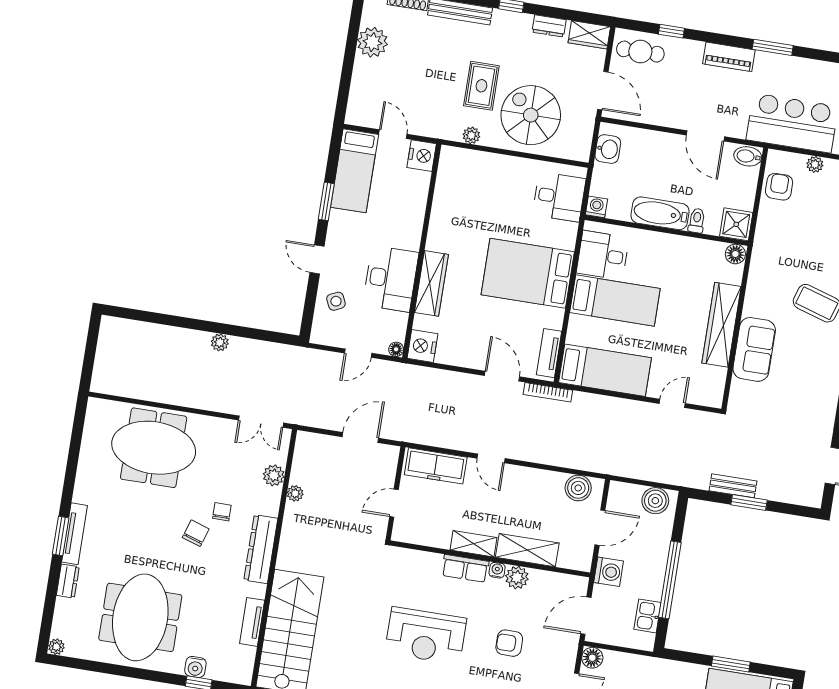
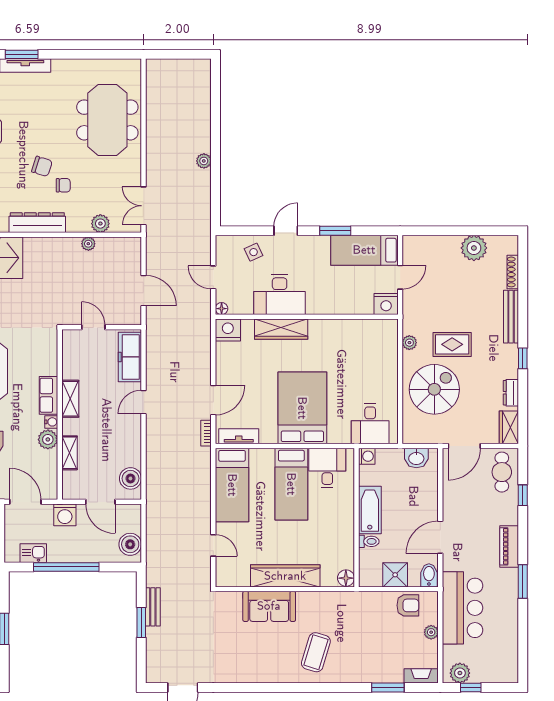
shower: (736, 224) -> (395, 575), moved
bookcase: (548, 392) -> (206, 433), width x0.64
shelving: (527, 550) -> (69, 453), width x0.67, depth x0.75

